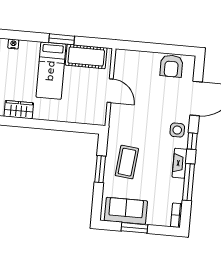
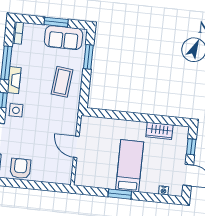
cot: (86, 57) -> (98, 178), removed
window: (100, 169) -> (88, 57), moved

